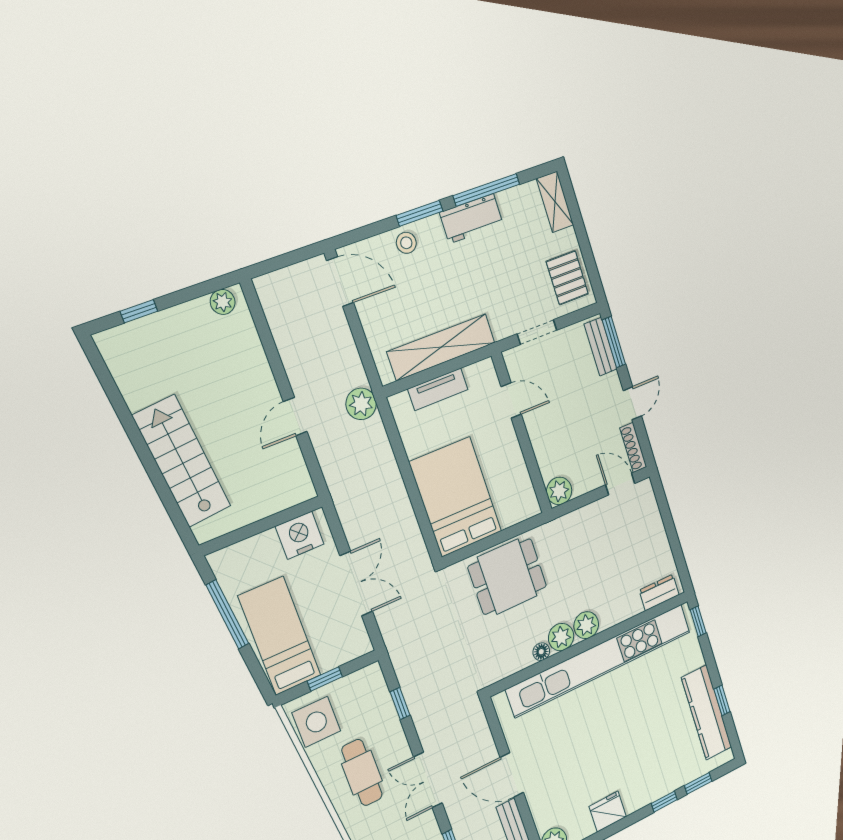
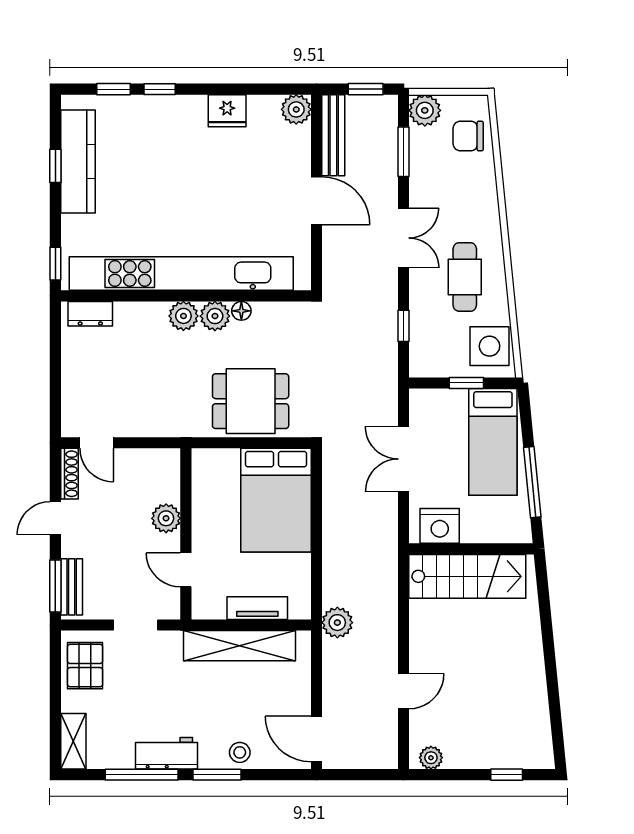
door: (295, 417) -> (404, 691), moved
stairs: (182, 461) -> (467, 576), moved, turned -84
plant: (559, 491) -> (166, 518), moved

